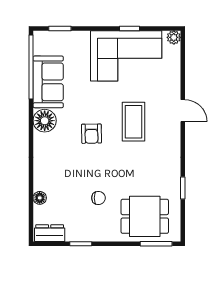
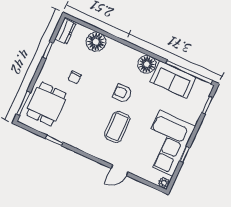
door: (183, 111) -> (120, 170), moved
coffee table: (134, 122) -> (117, 127), turned 90
floor lamp: (40, 198) -> (96, 42), width x1.89, depth x1.89

